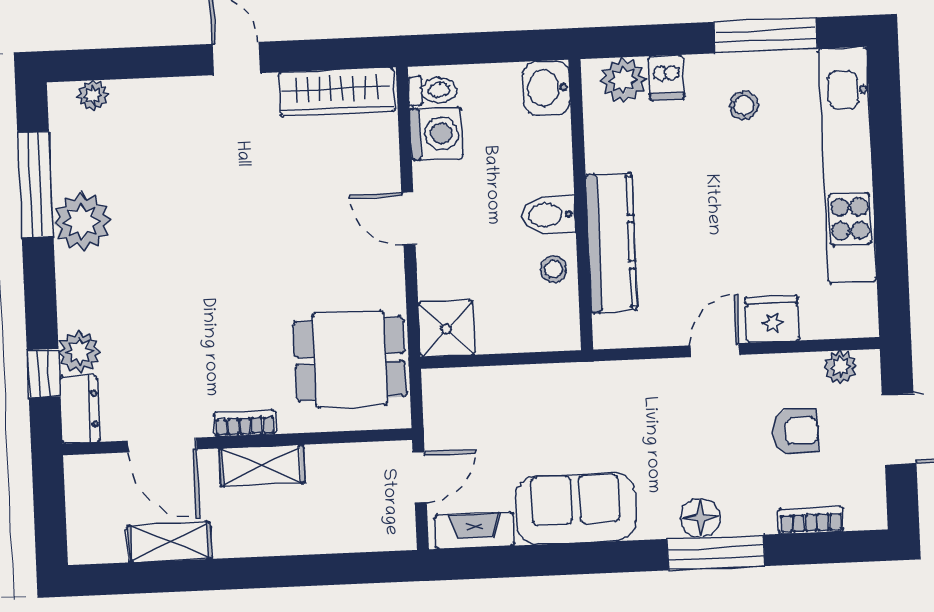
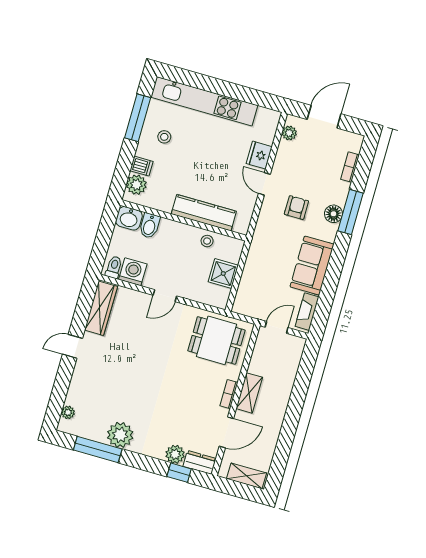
bidet: (549, 215) -> (150, 226), moved
shower: (446, 329) -> (223, 274), moved
dining table: (350, 359) -> (216, 340), turned 90
armchair: (795, 431) -> (296, 208), moved
door: (420, 477) -> (277, 327), hinge flipped
shelving: (170, 542) -> (247, 476), moved, turned 90

